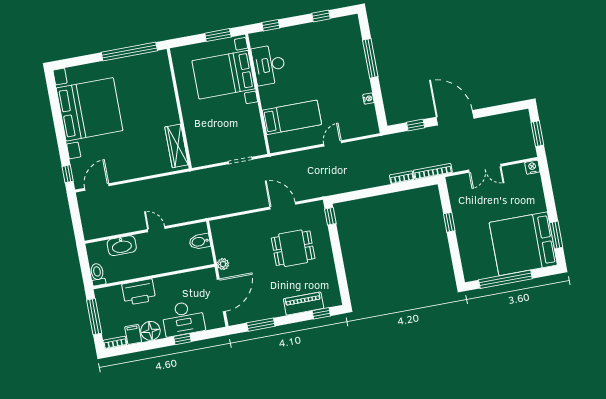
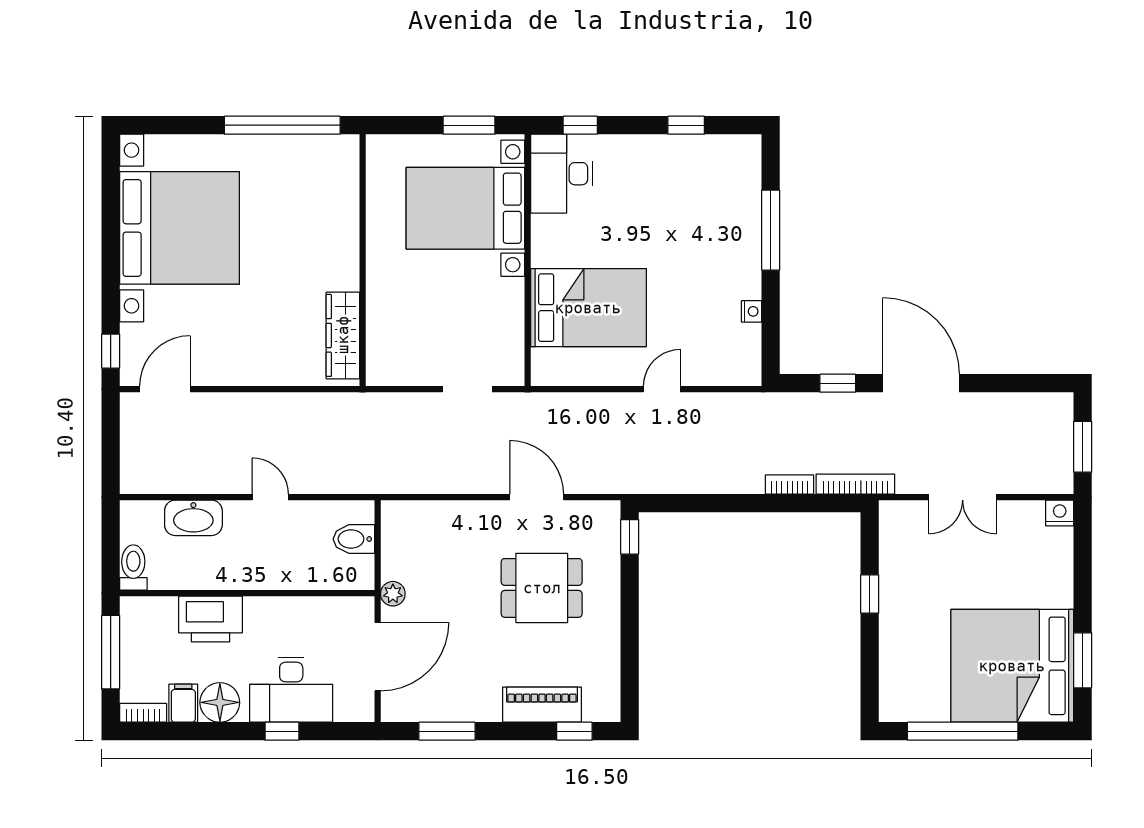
desk: (269, 65) -> (562, 174), moved
bed: (292, 117) -> (588, 308), width x1.50

